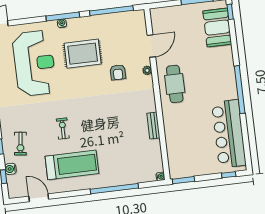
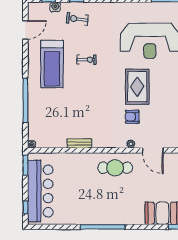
rug: (83, 54) -> (137, 87), moved
bar counter: (229, 134) -> (40, 191), moved, turned 90

